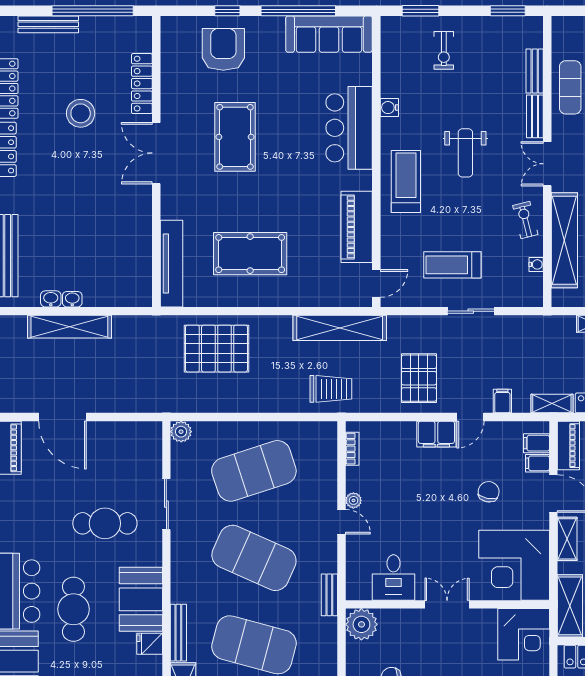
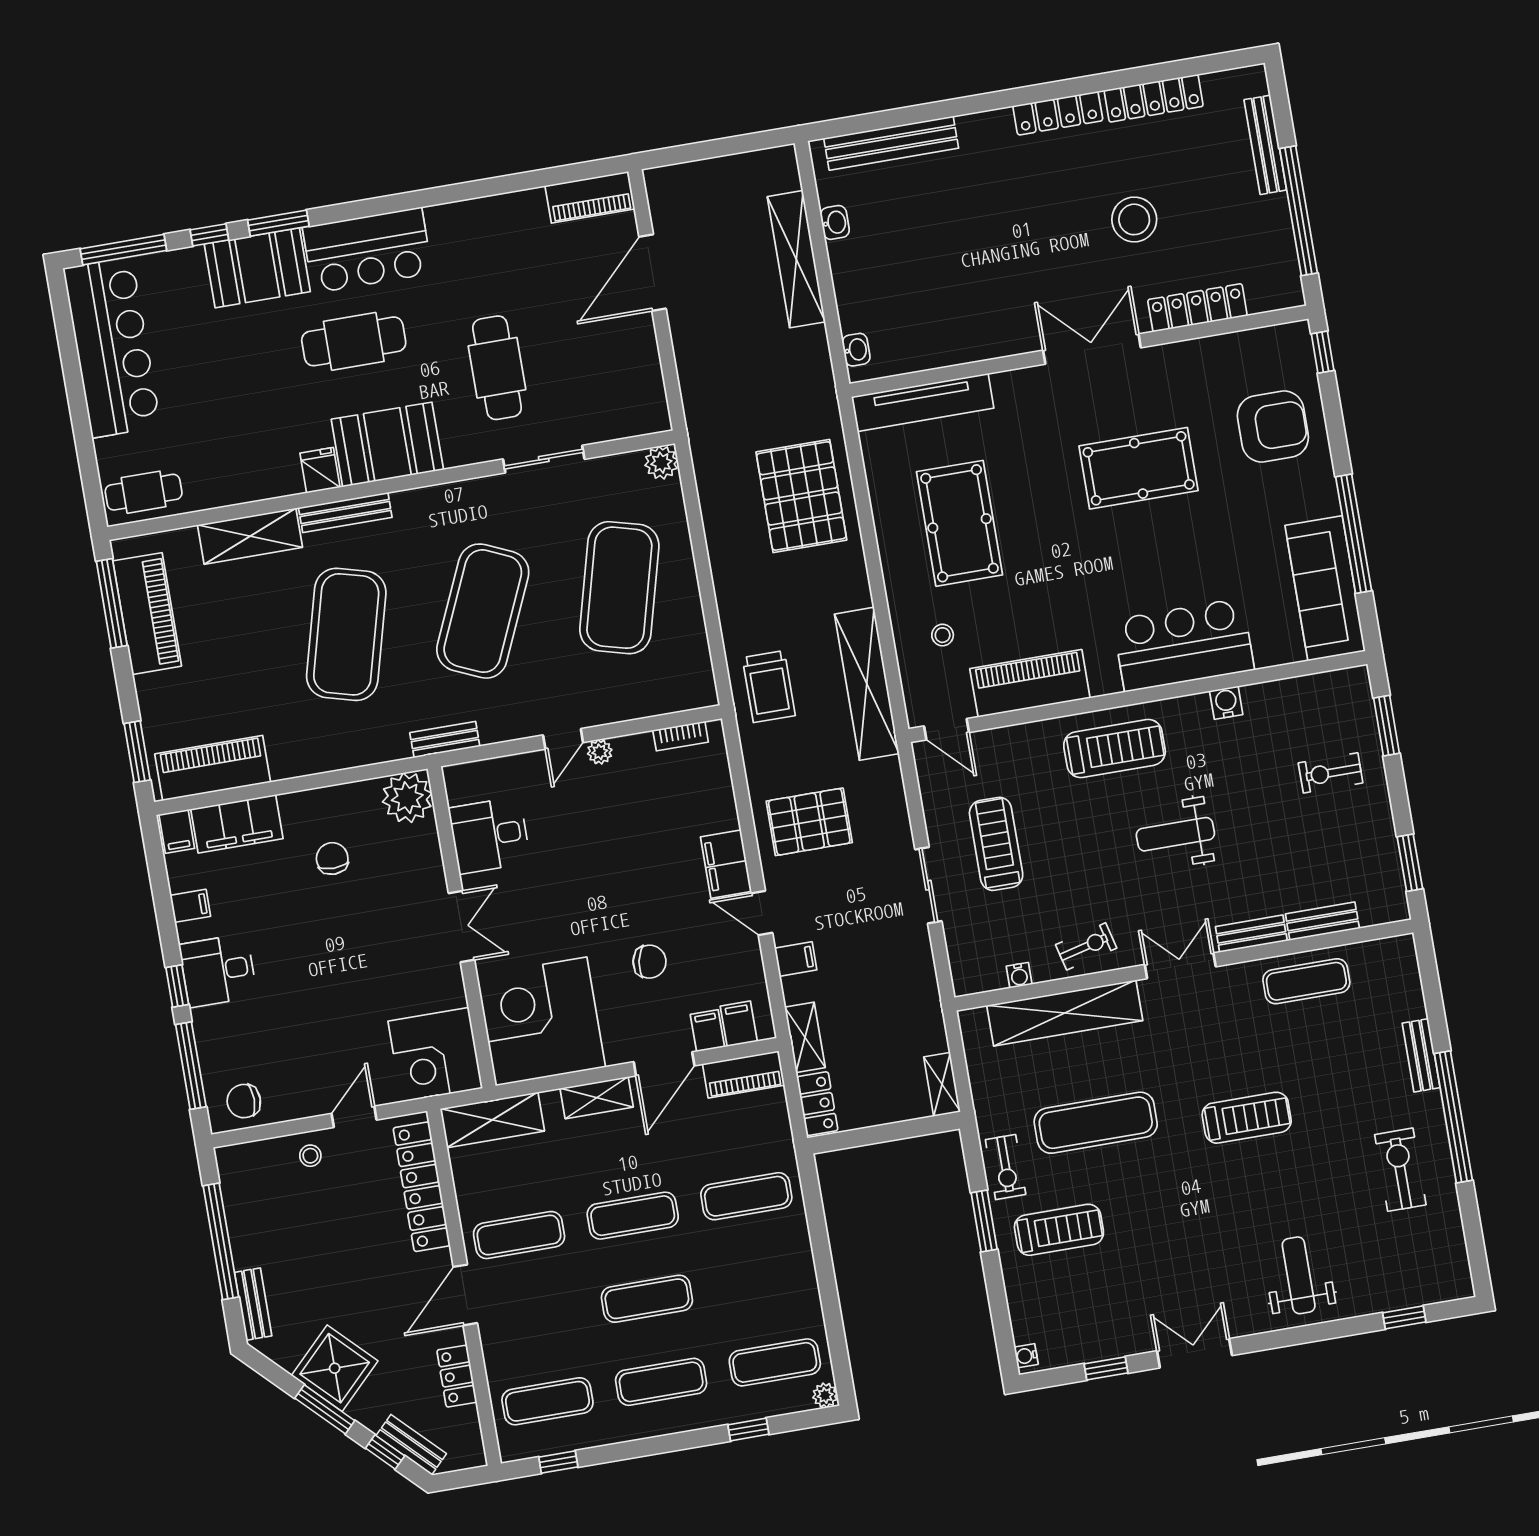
window: (227, 11) -> (1323, 352), moved
stool: (317, 276) -> (943, 635), added
washbasin: (72, 299) -> (856, 350), moved
exercise mat: (254, 471) -> (619, 588), turned 33

